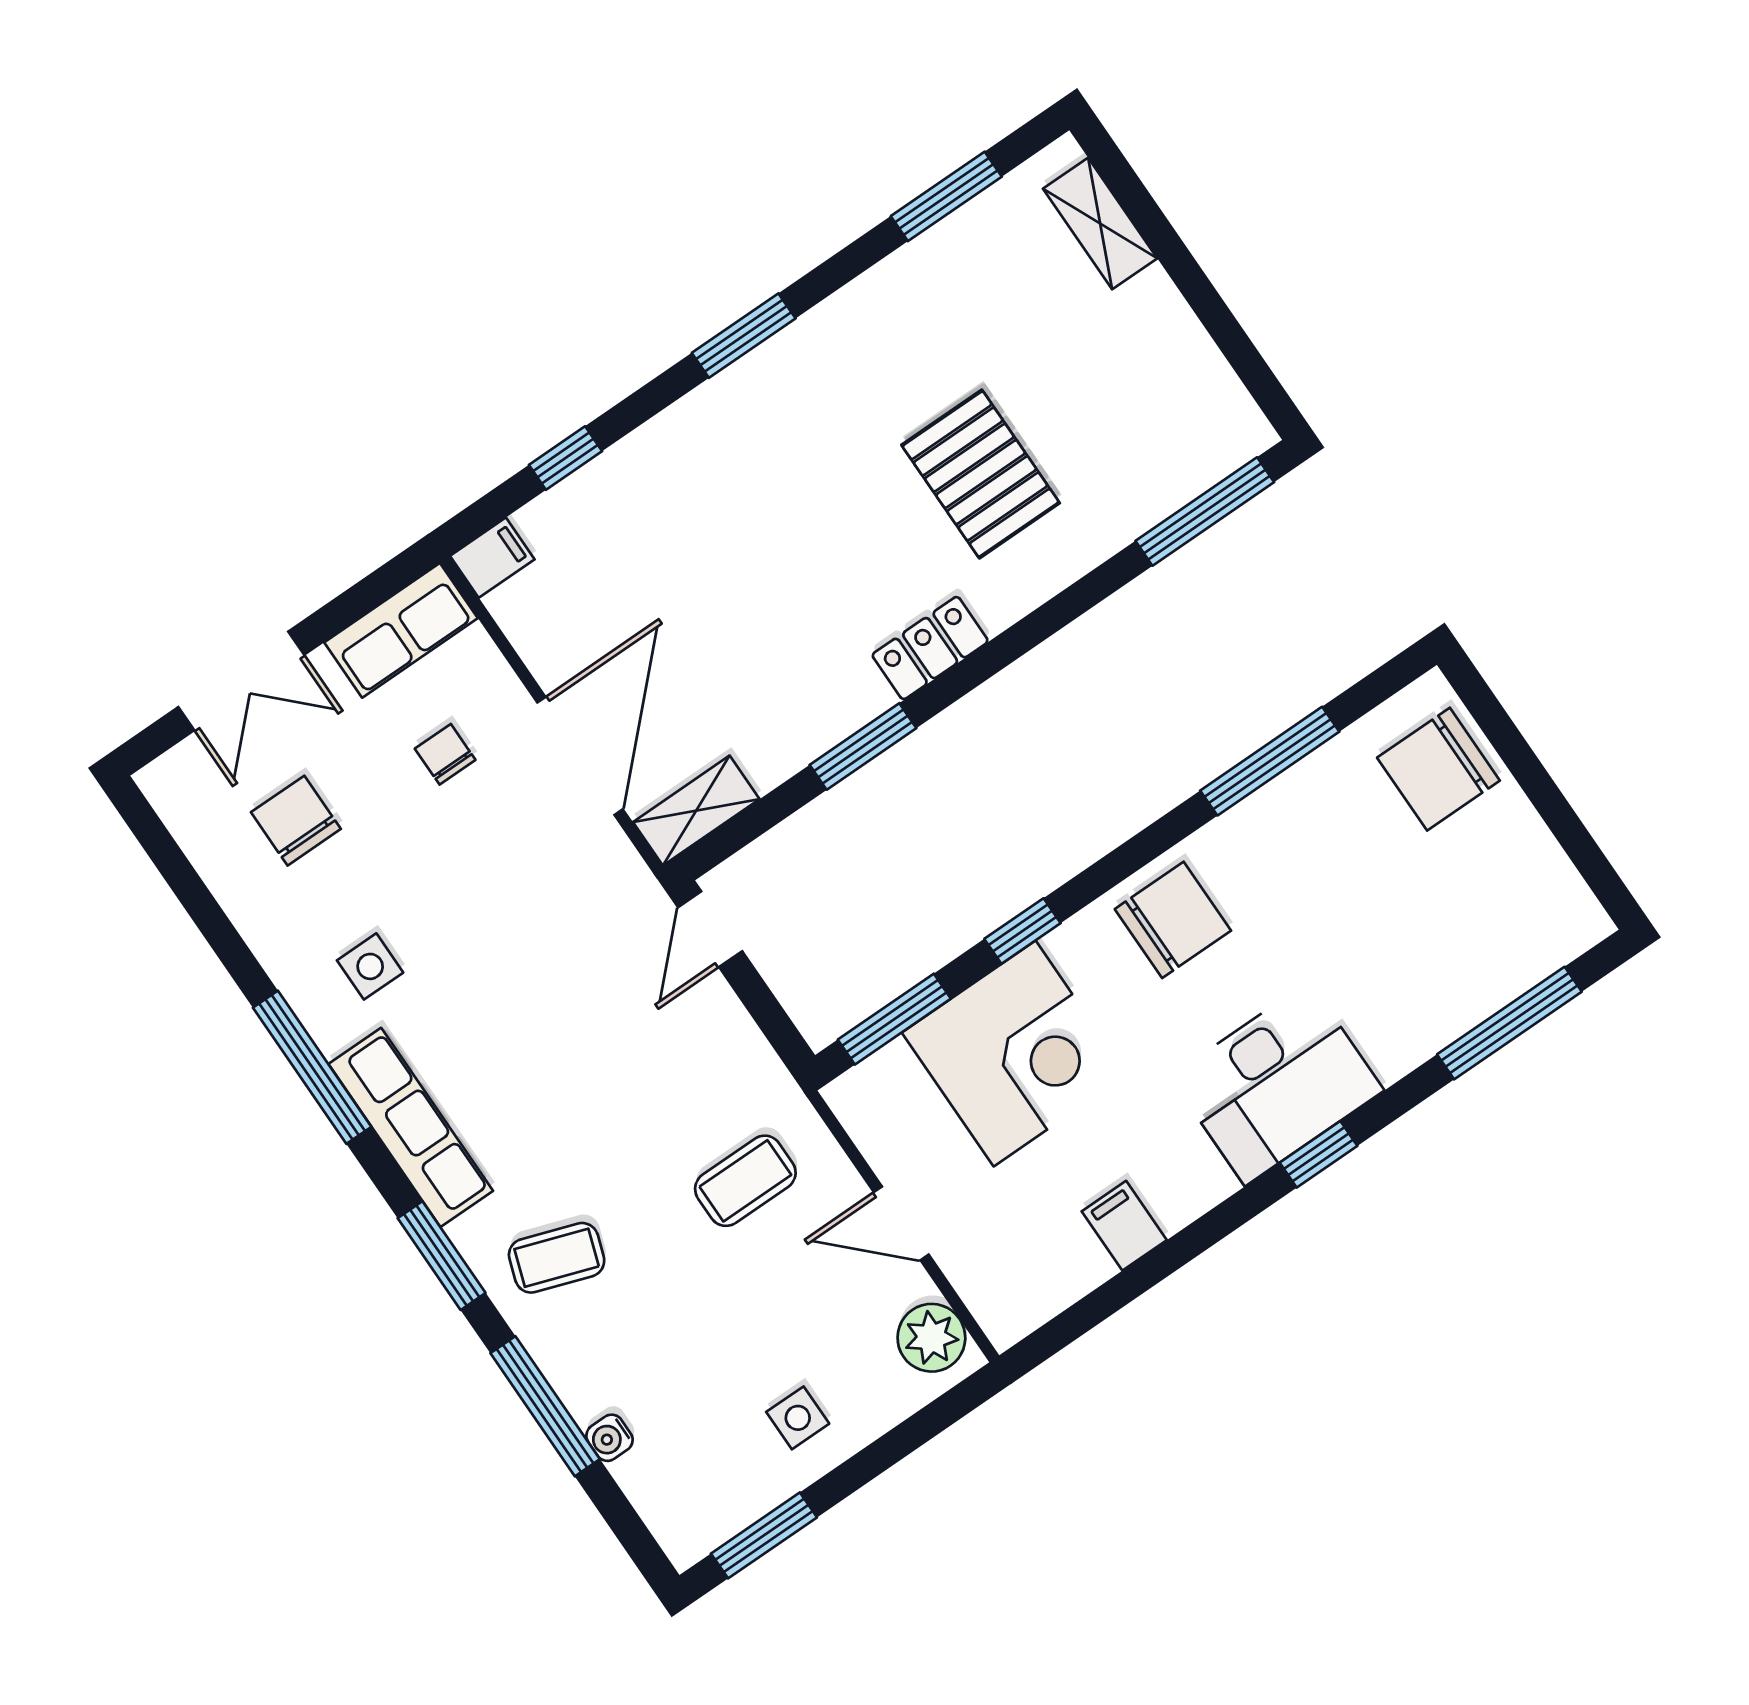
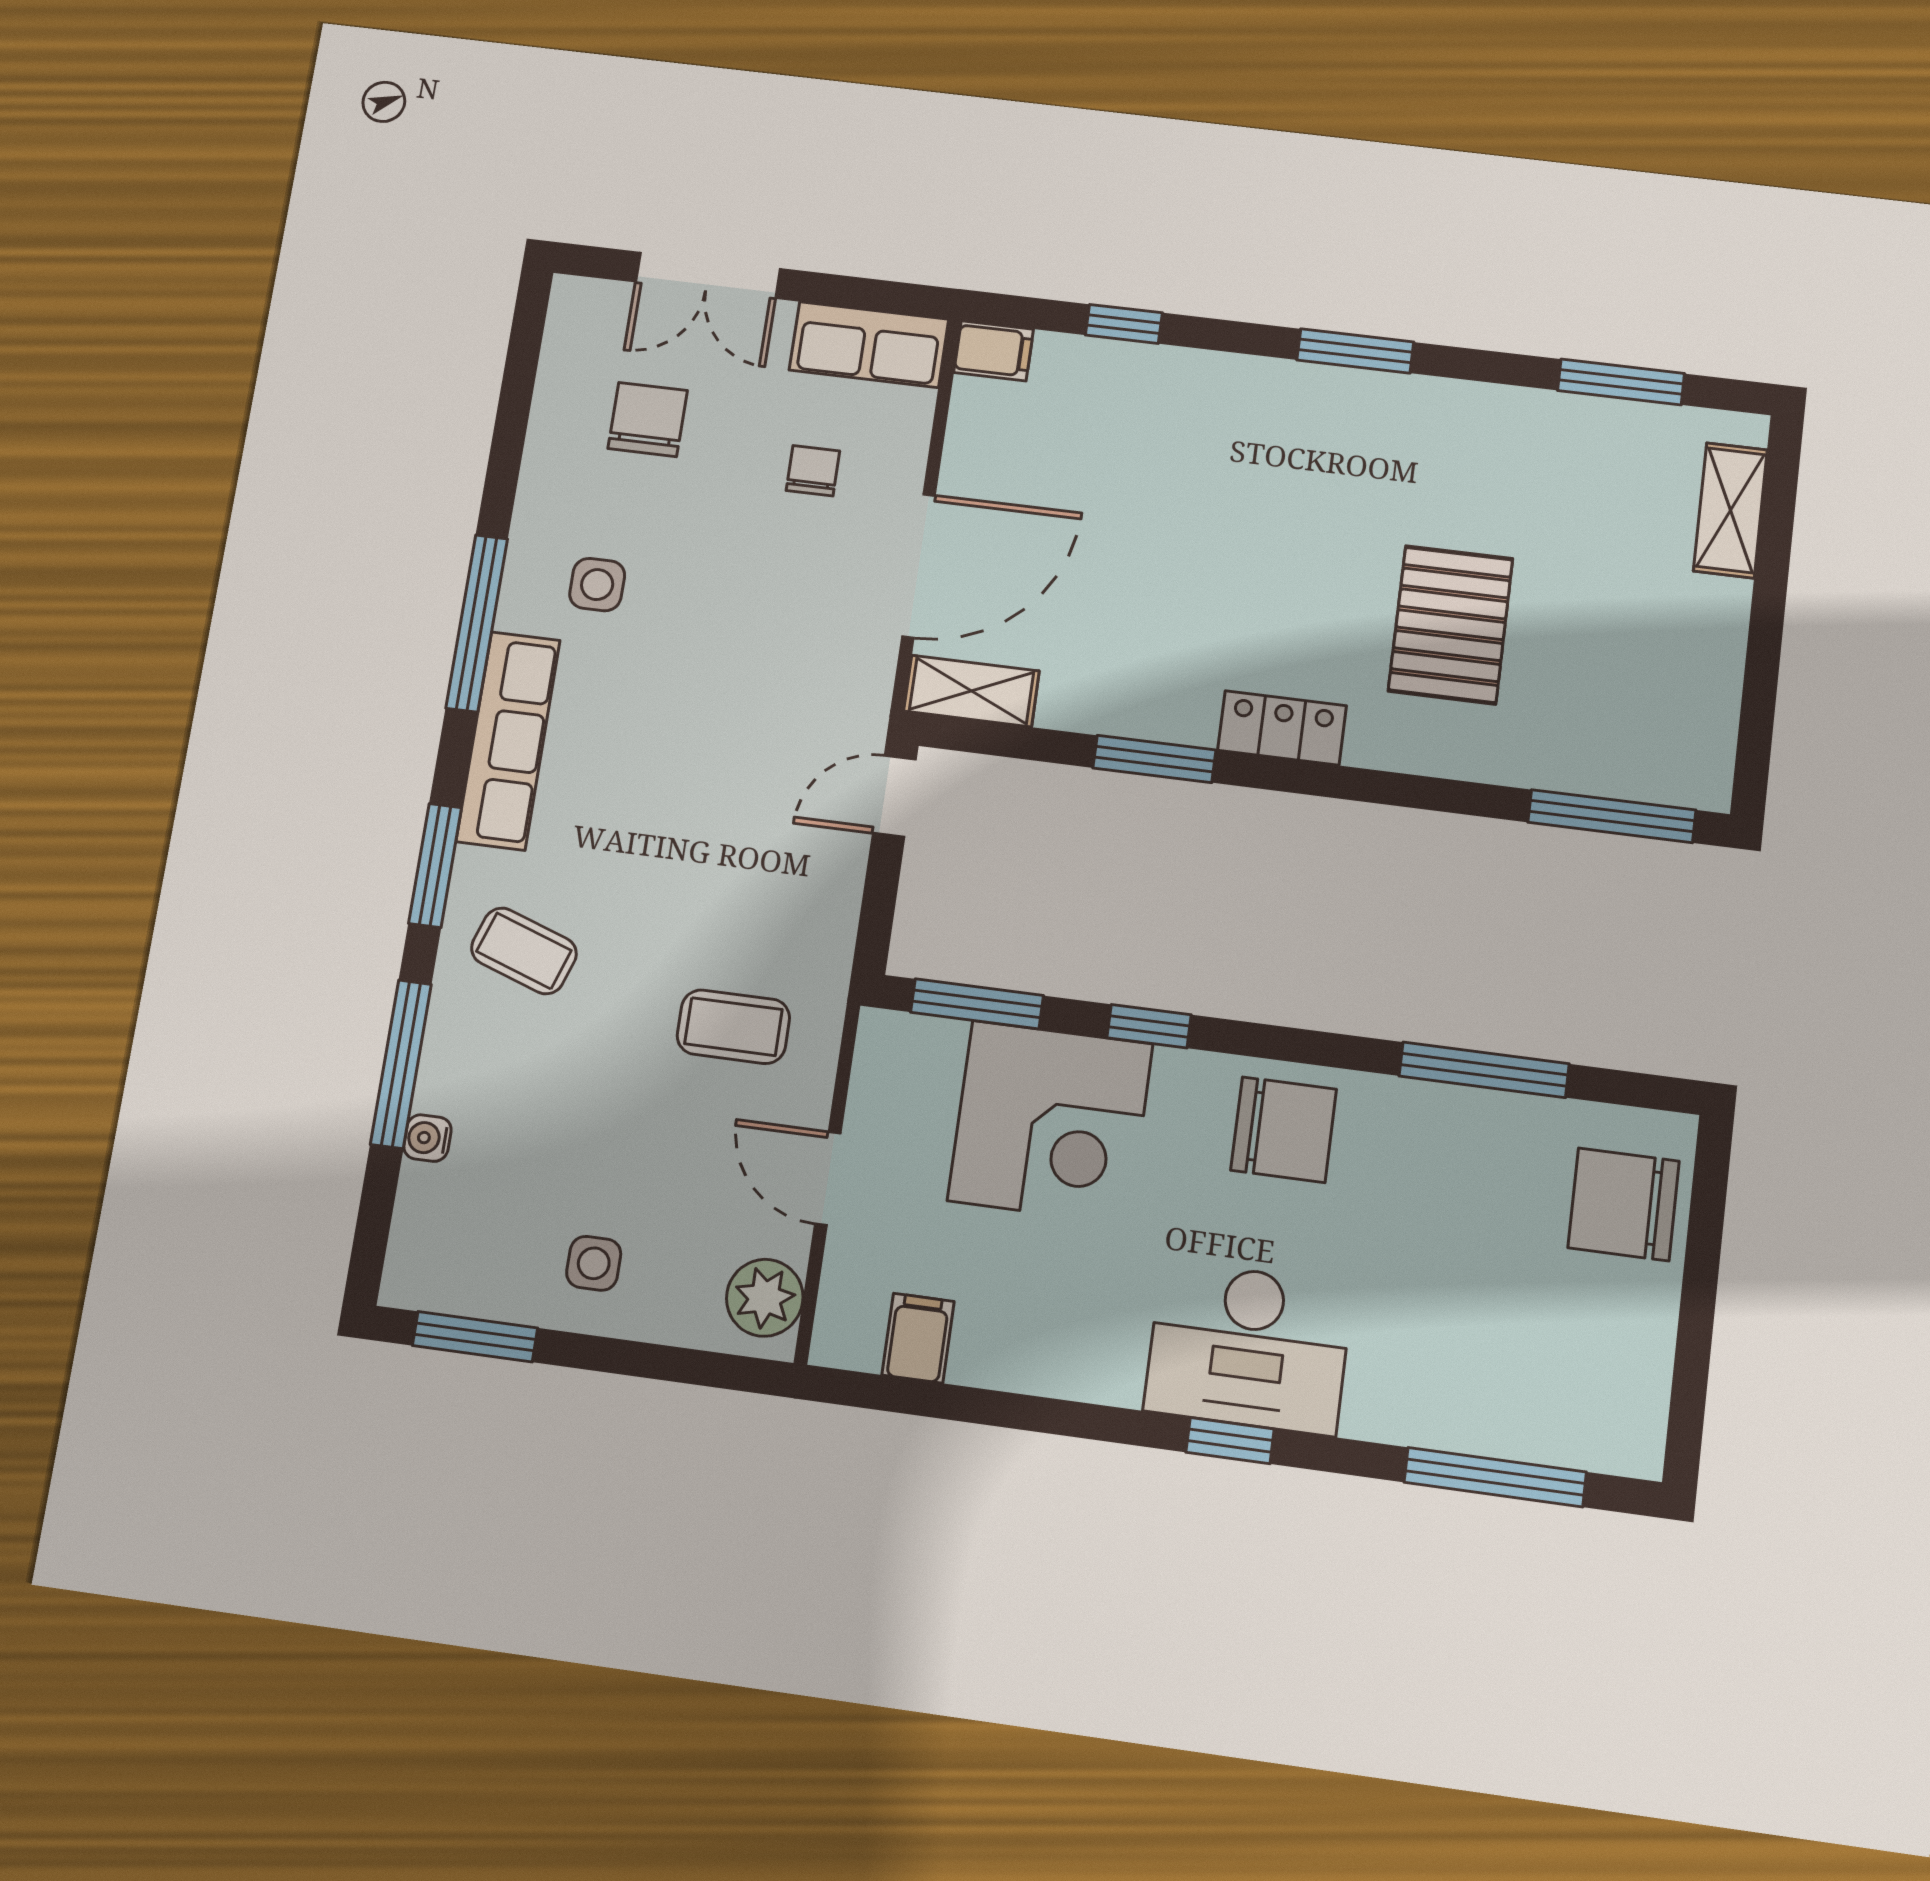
filing cabinet: (1124, 1226) -> (918, 1338), moved

